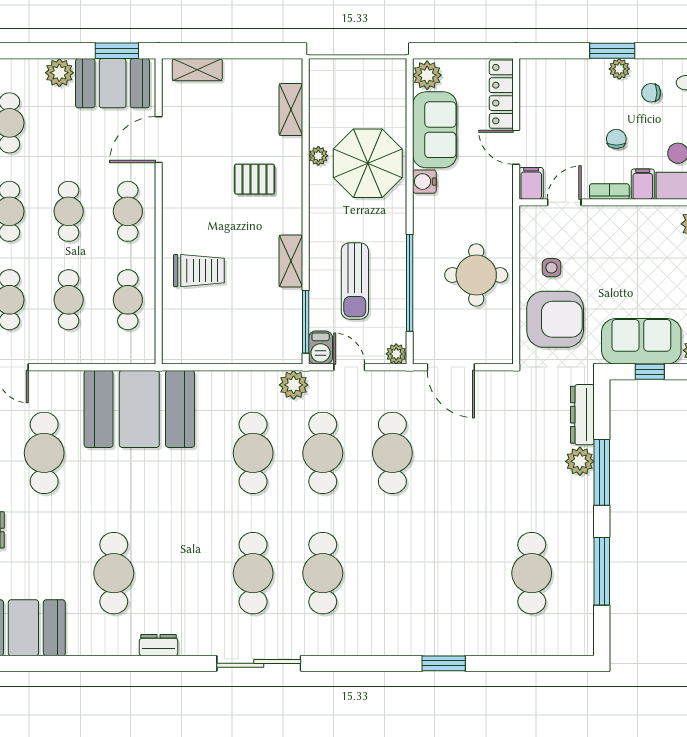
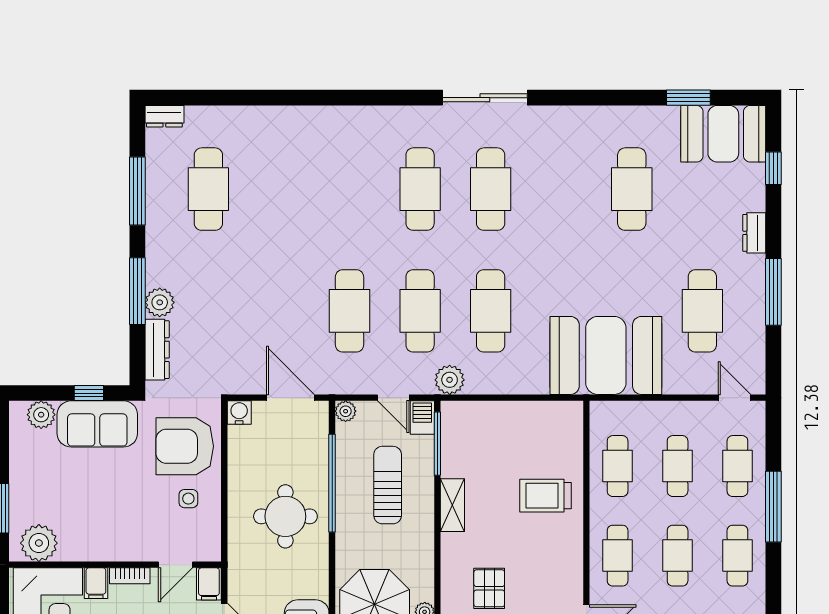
pallet: (254, 179) -> (489, 588), turned 90
water cooler: (424, 182) -> (239, 413), moved, turned -90
round table: (476, 275) -> (285, 516), moved
dresser: (159, 645) -> (164, 116), moved
window: (444, 663) -> (688, 98), moved

